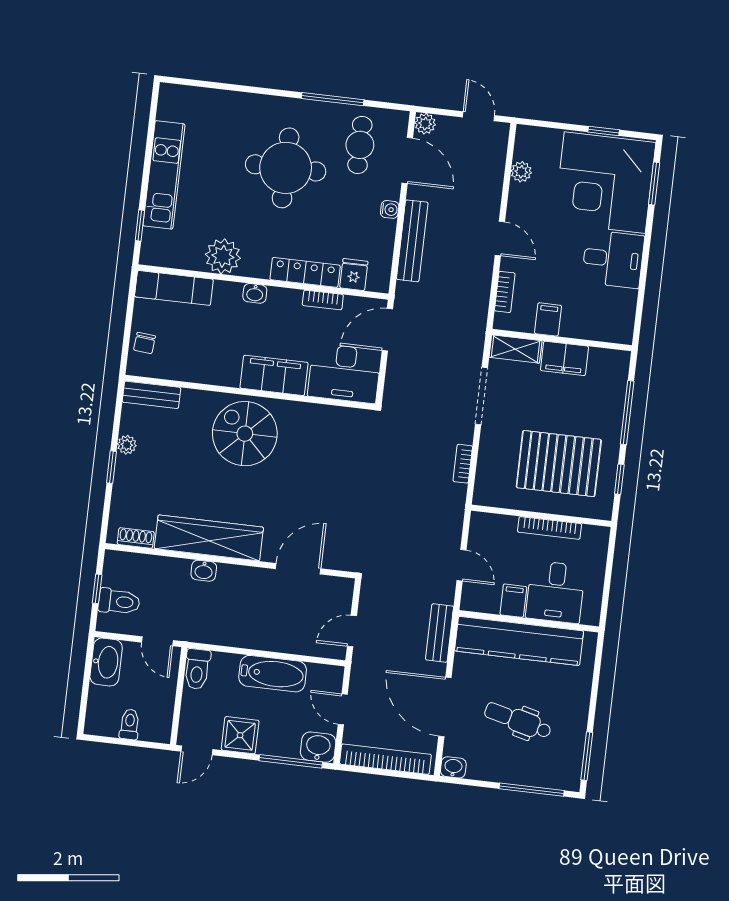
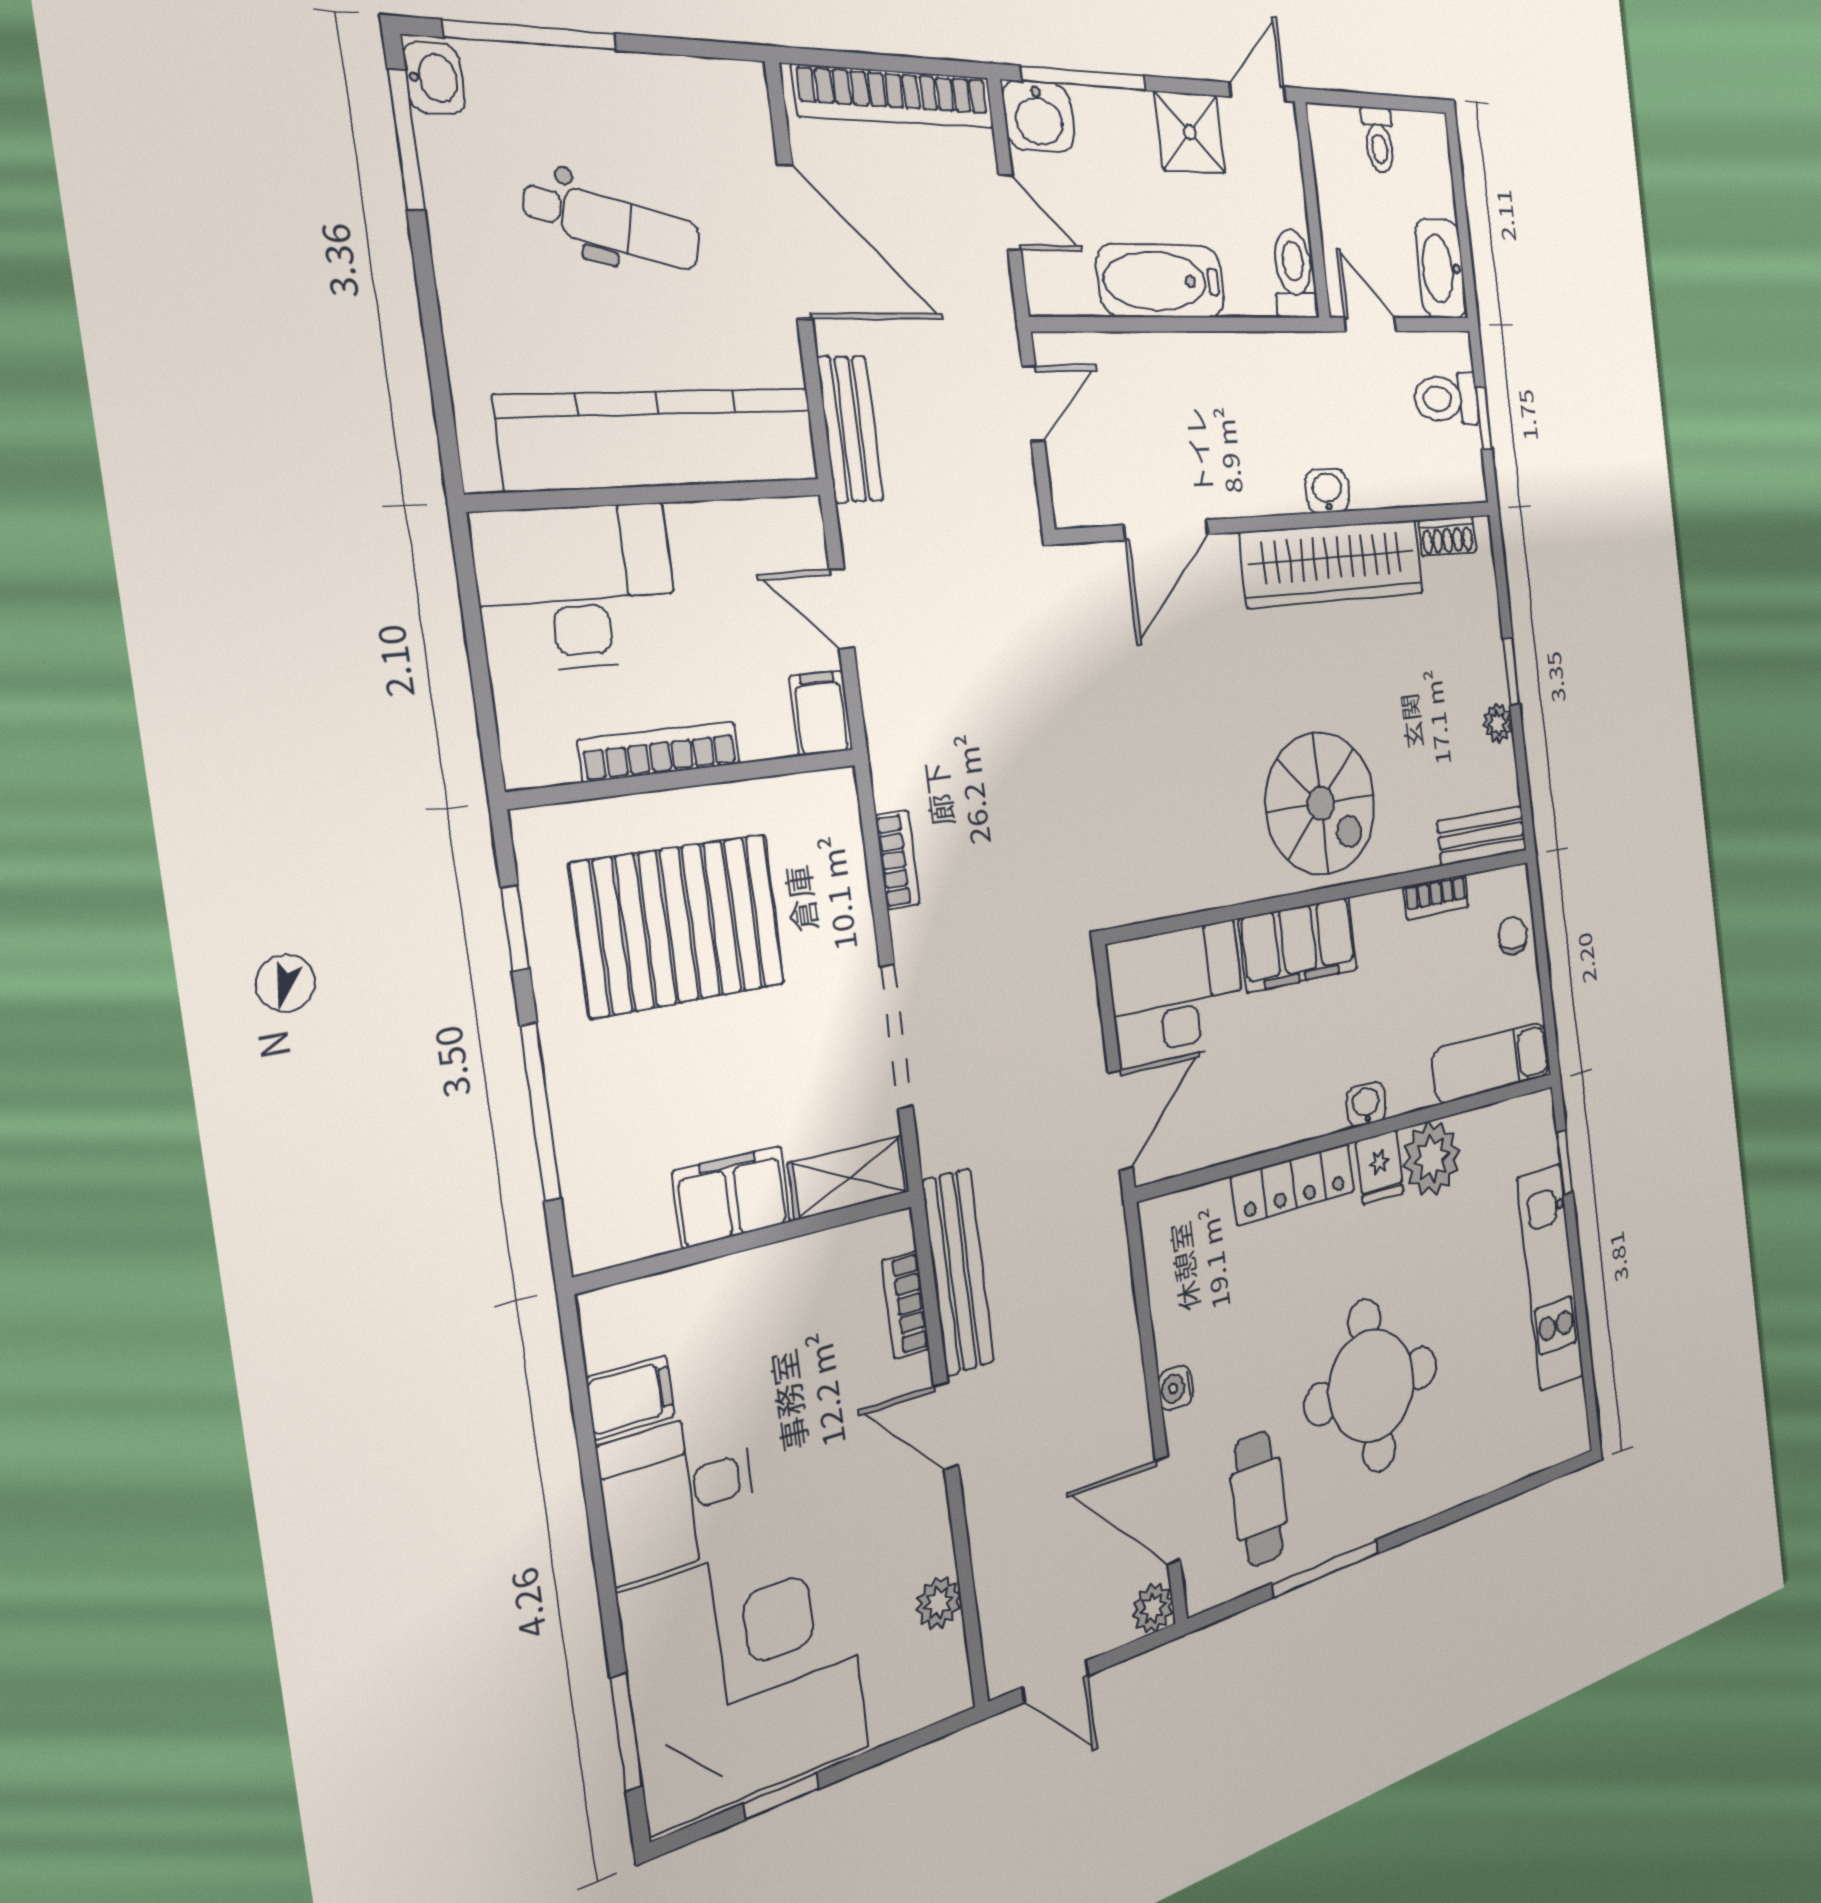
bench: (412, 241) -> (958, 1272), moved
fridge: (354, 275) -> (1380, 1167), moved
bookcase: (323, 300) -> (1436, 897), moved, turned 180
filing cabinet: (548, 319) -> (631, 1397), moved, turned -90
desk: (555, 592) -> (577, 587), width x1.37
filing cabinet: (513, 601) -> (821, 713), moved, turned 180
washbasin: (453, 767) -> (434, 78), moved, turned -90

